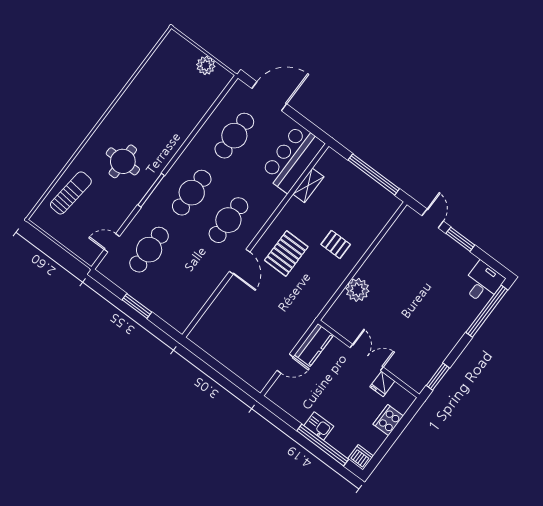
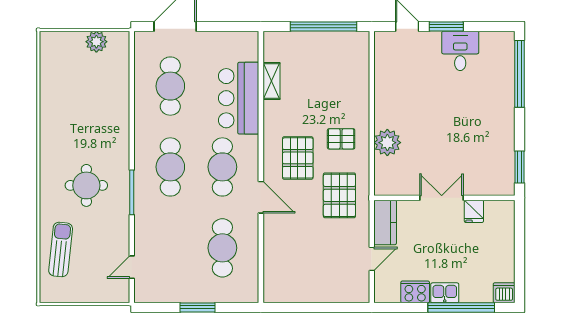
bar counter: (293, 158) -> (239, 98), moved
pallet: (336, 244) -> (341, 139), moved
cafe table: (149, 250) -> (222, 248), moved
desk: (483, 283) -> (460, 51), moved
pallet: (296, 302) -> (339, 195), added
cooker: (388, 420) -> (415, 292), moved, turned 90

